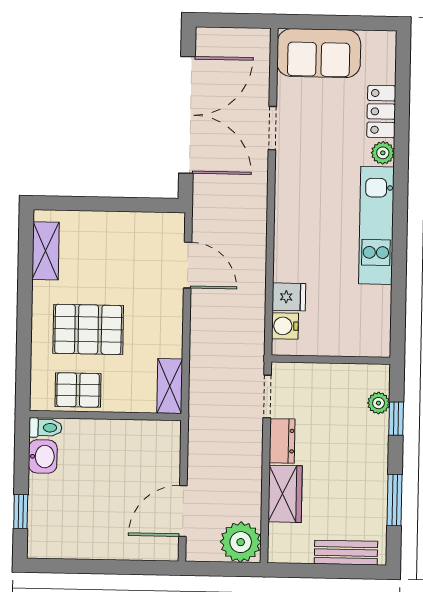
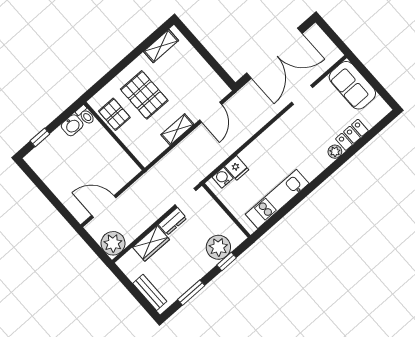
kitchen unit: (376, 225) -> (277, 199), moved
shelving: (170, 386) -> (177, 129), moved
plant: (378, 403) -> (218, 247), width x1.87, depth x1.87

